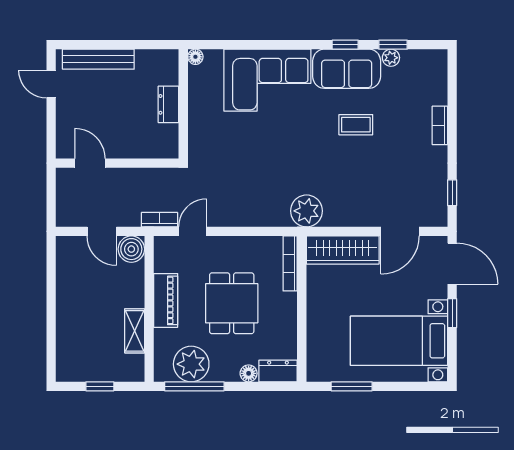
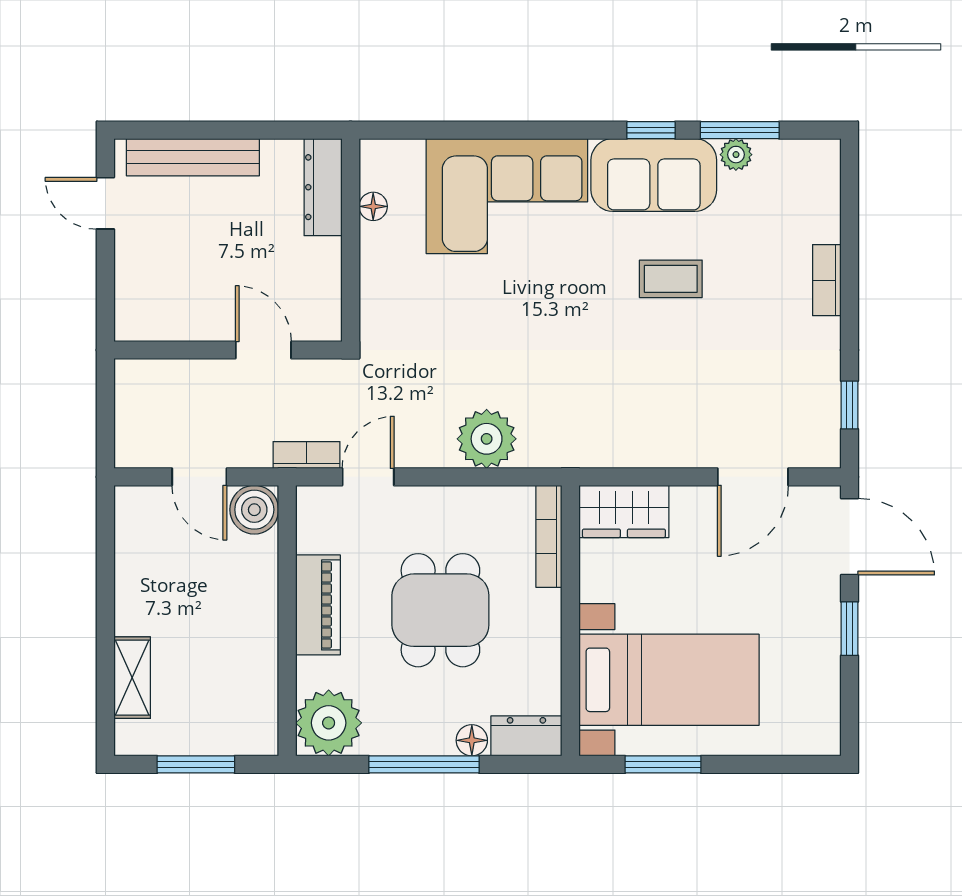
window: (393, 45) -> (740, 130), width x1.50
floor lamp: (195, 57) -> (373, 206), moved
dresser: (168, 104) -> (323, 187), moved, width x1.44
door: (90, 163) -> (263, 350), moved
plant: (307, 211) -> (487, 439), moved
wardrobe: (343, 250) -> (624, 511), width x0.67
shelving: (135, 331) -> (132, 678), moved
bed with nightstands: (399, 341) -> (669, 680), moved, turned 180
plant: (191, 364) -> (329, 723), moved
window: (100, 386) -> (196, 764), width x1.50
window: (194, 386) -> (424, 764), moved

